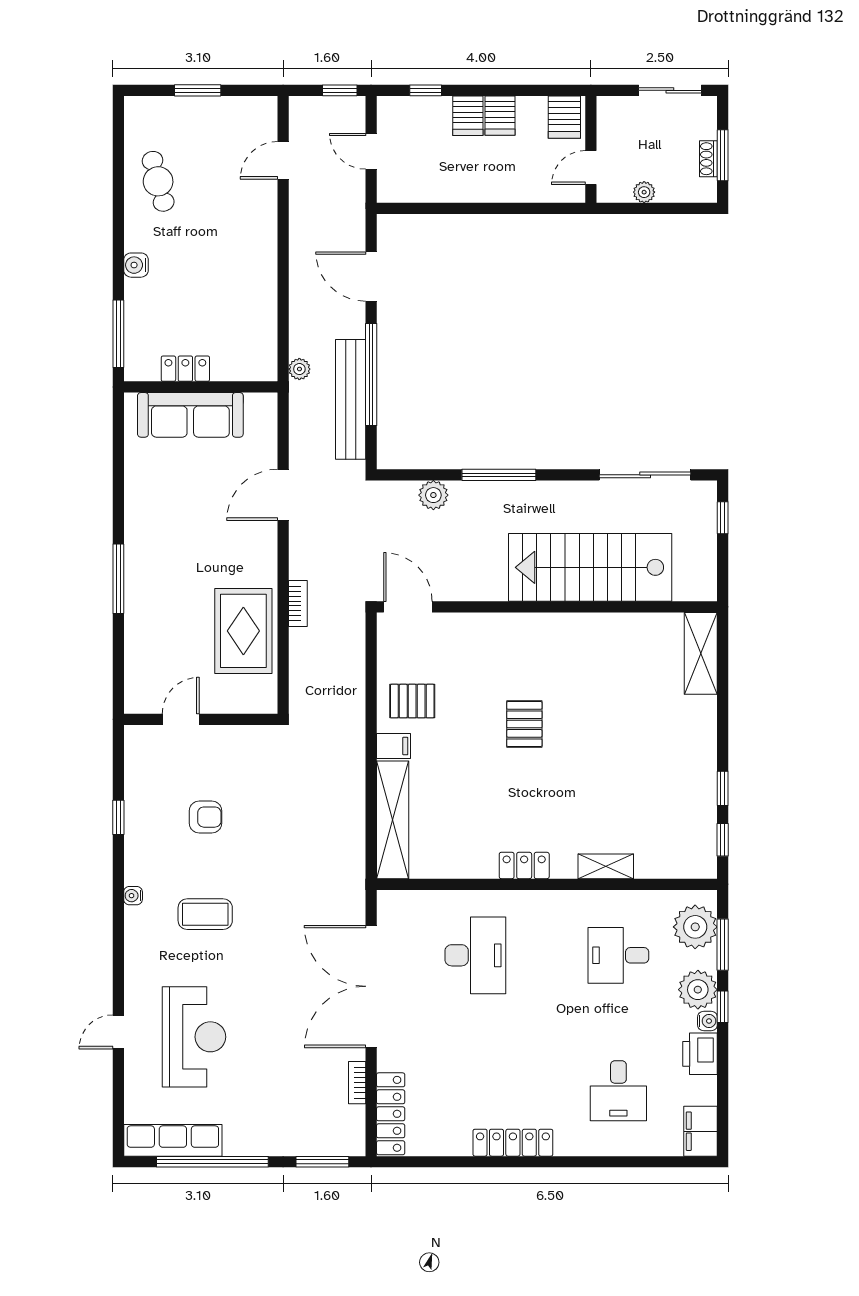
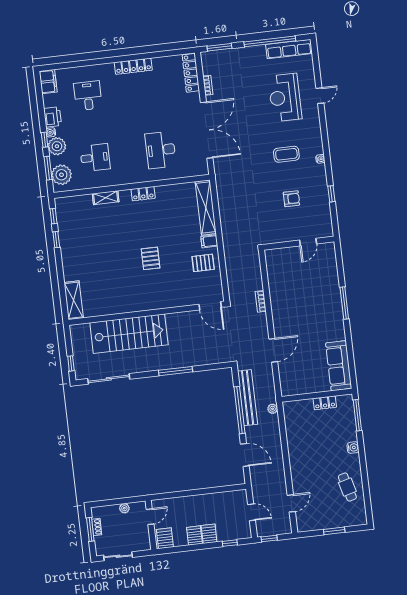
sofa: (190, 415) -> (339, 366), moved, turned -90
plant: (433, 495) -> (204, 358), removed
rug: (243, 631) -> (284, 286), removed
armchair: (206, 817) -> (291, 199), turned 180

